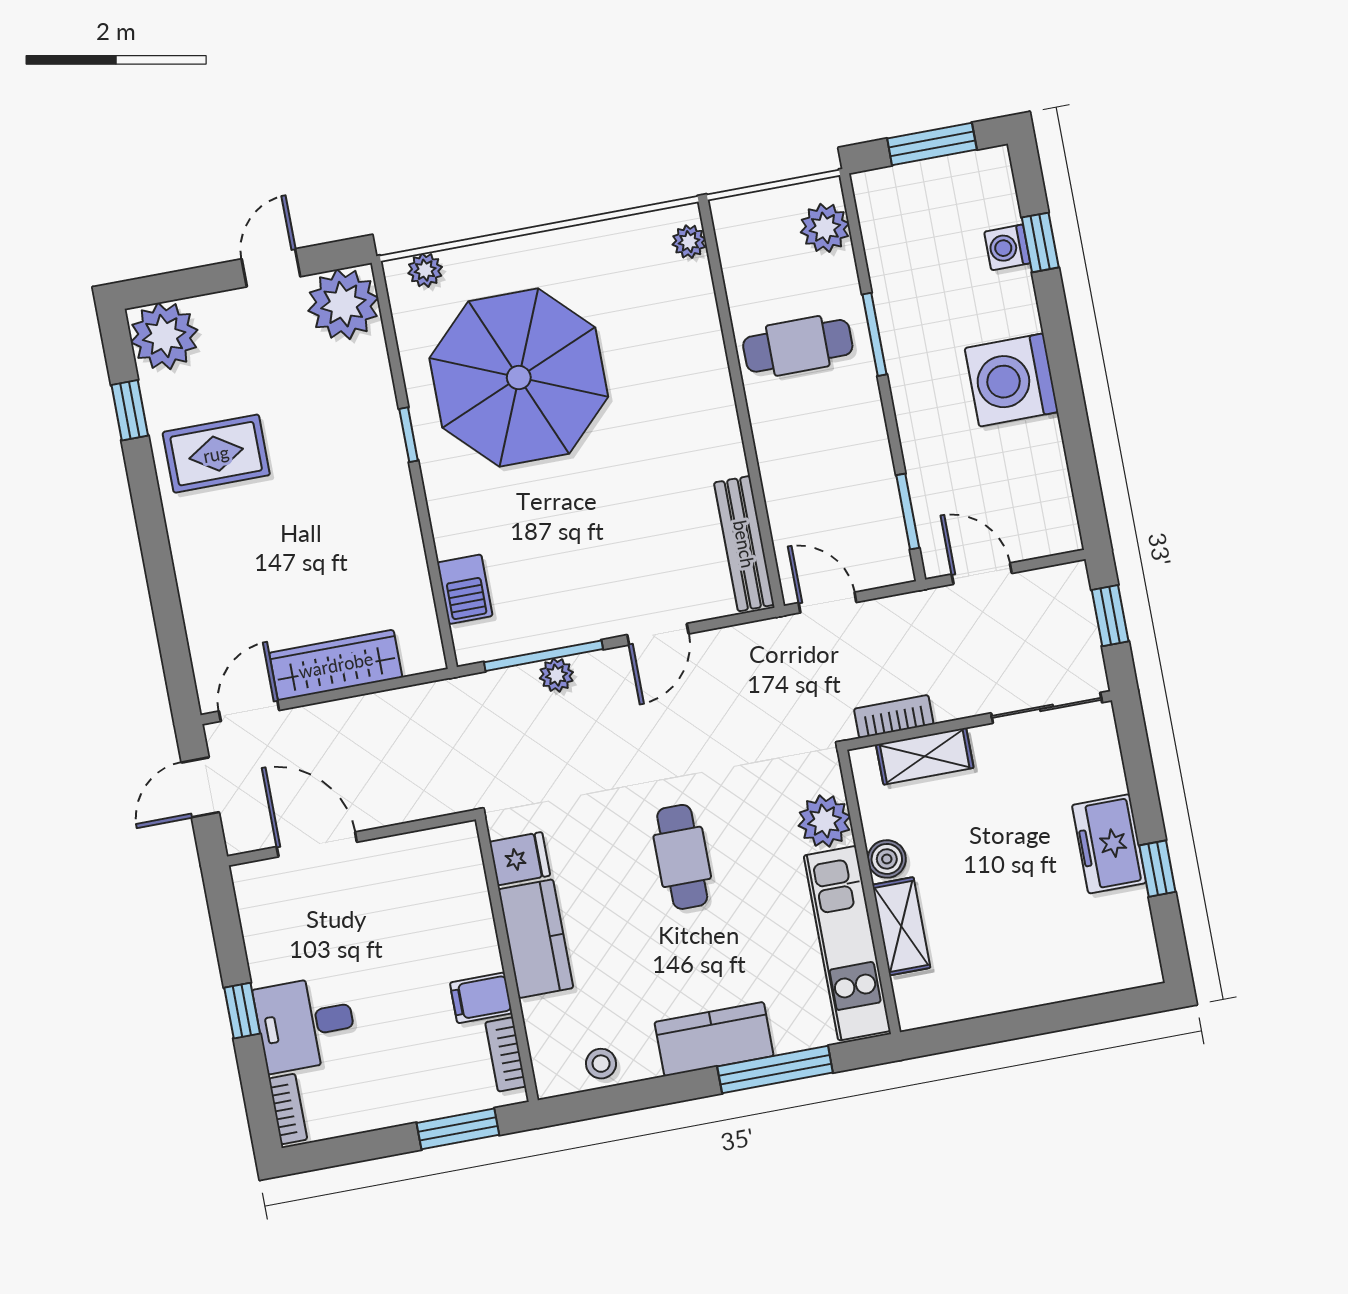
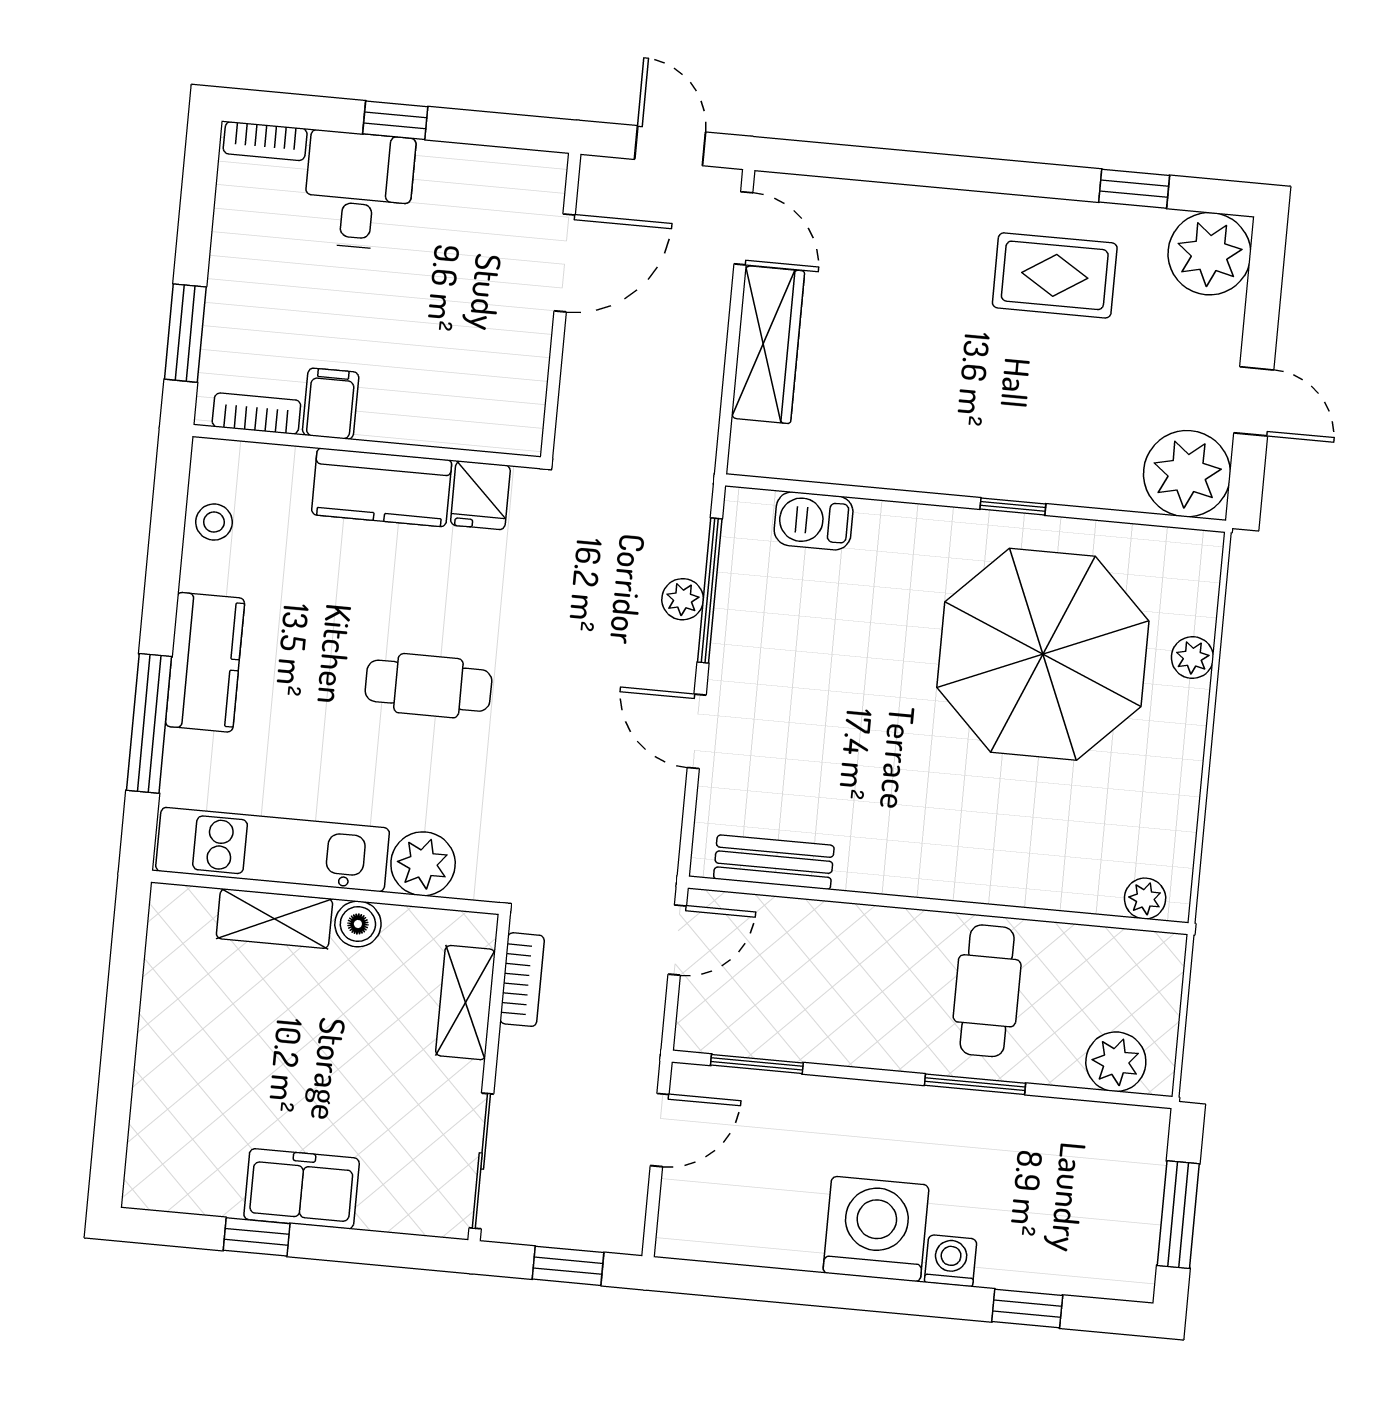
washing machine: (1007, 247) -> (951, 1261), moved
plant: (425, 270) -> (1192, 658), moved
rug: (216, 454) -> (1055, 275), turned 90
bench: (744, 544) -> (774, 862), width x0.73

